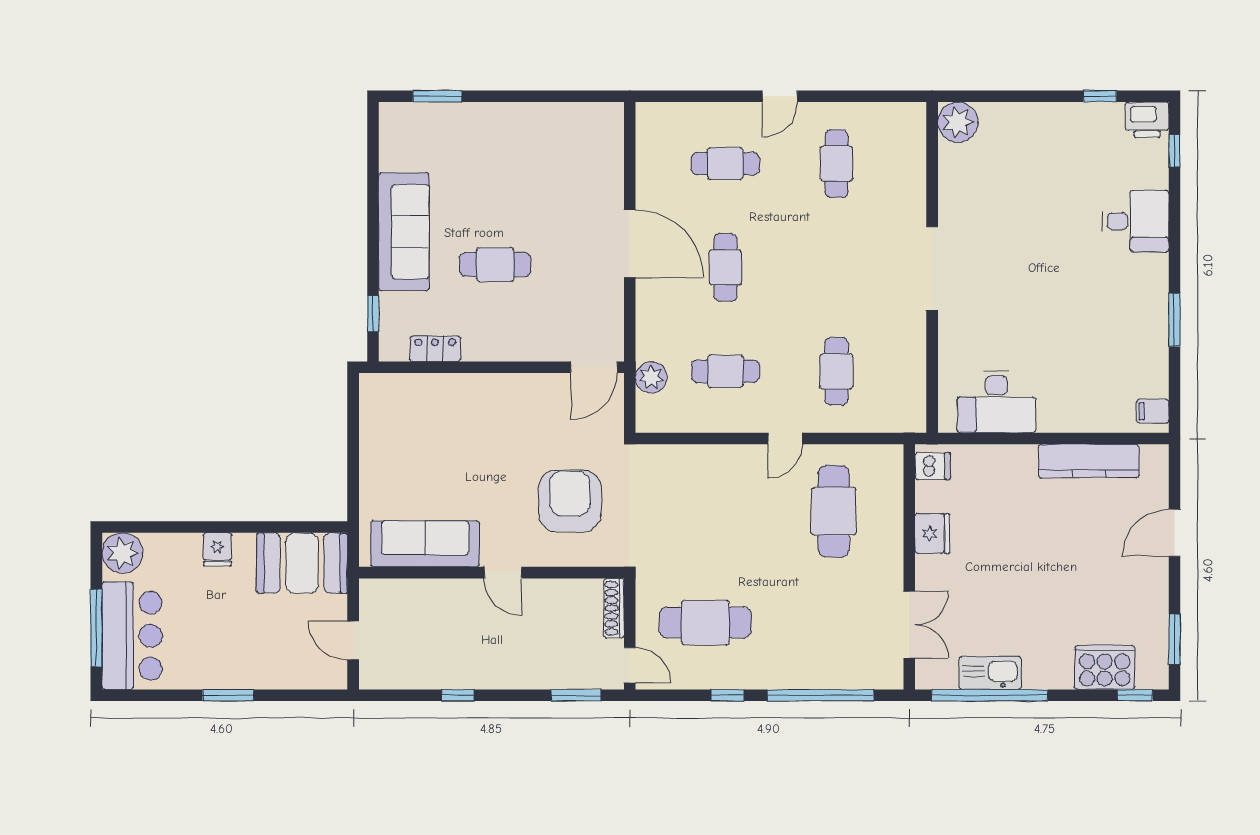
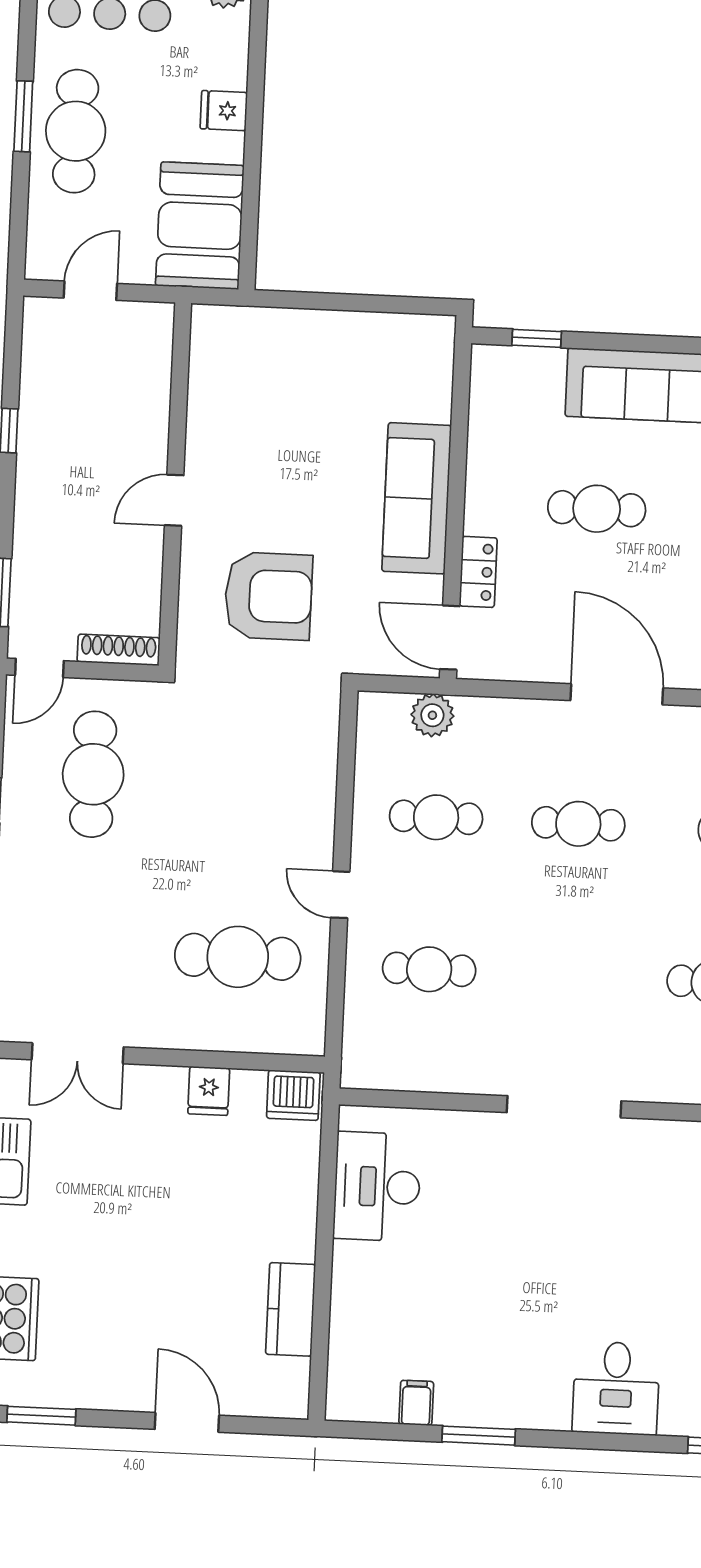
door: (630, 244) -> (617, 694), swing flipped
cafe table: (495, 264) -> (597, 509), turned 90
locker: (435, 349) -> (478, 572), moved
cafe table: (725, 371) -> (436, 817), turned 90
filing cabinet: (1153, 411) -> (416, 1403), moved
kitchen counter: (1089, 461) -> (291, 1309), width x0.67
dishwasher: (933, 466) -> (293, 1095), width x1.38
fridge: (932, 533) -> (209, 1091), width x0.72
sofa: (425, 544) -> (417, 498), moved, turned 180
cafe table: (237, 657) -> (76, 131), added

